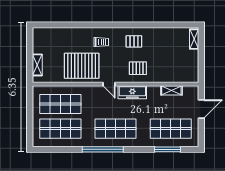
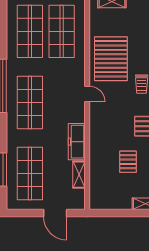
pallet: (138, 68) -> (128, 162), moved
door: (109, 84) -> (87, 94), swing flipped
freezer: (132, 92) -> (77, 142), moved

